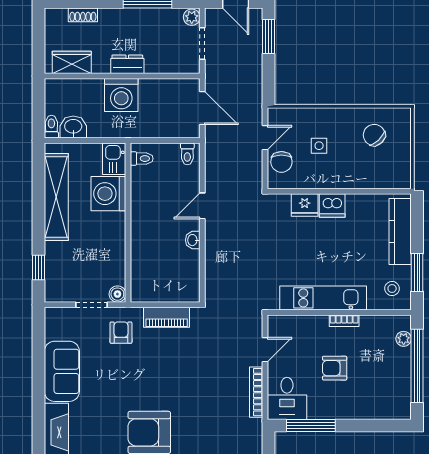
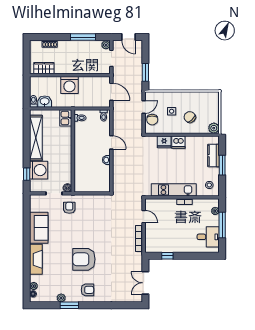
window: (268, 37) -> (145, 72), moved
dresser: (127, 64) -> (73, 69), removed
chair: (374, 135) -> (190, 117), moved
plant: (401, 178) -> (214, 128), added
washing machine: (108, 194) -> (39, 170), moved, turned 180
door: (202, 206) -> (111, 142), swing flipped
kitchen counter: (400, 232) -> (213, 156), width x0.67
window: (417, 272) -> (222, 165), moved
piano: (167, 317) -> (93, 200), removed
door: (265, 350) -> (144, 217), hinge flipped
window: (417, 366) -> (222, 225), width x0.68
armchair: (335, 368) -> (180, 226), removed
desk: (287, 398) -> (208, 237), moved, turned -90
window: (311, 425) -> (167, 256), width x0.46

